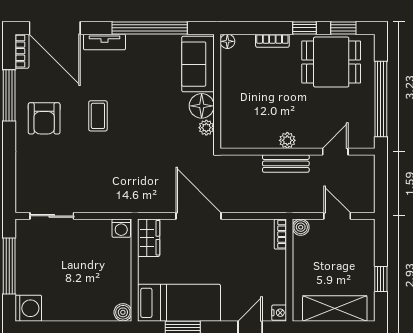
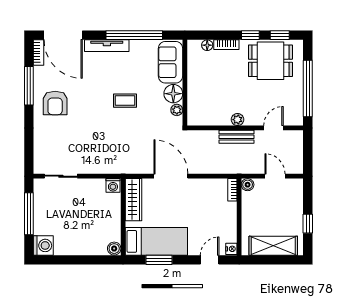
floor lamp: (227, 41) -> (207, 45), moved
tv unit: (105, 42) -> (107, 46), width x1.41
coffee table: (98, 116) -> (125, 101), moved, turned 90
wardrobe: (149, 238) -> (133, 200), width x1.50

